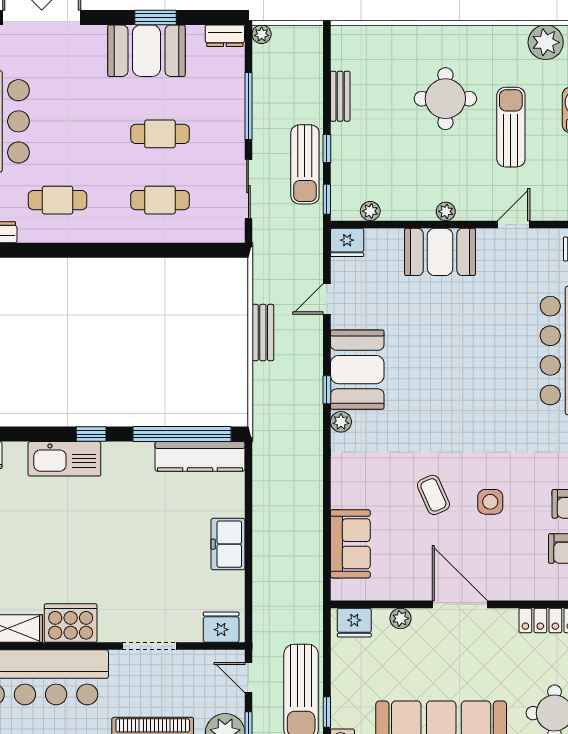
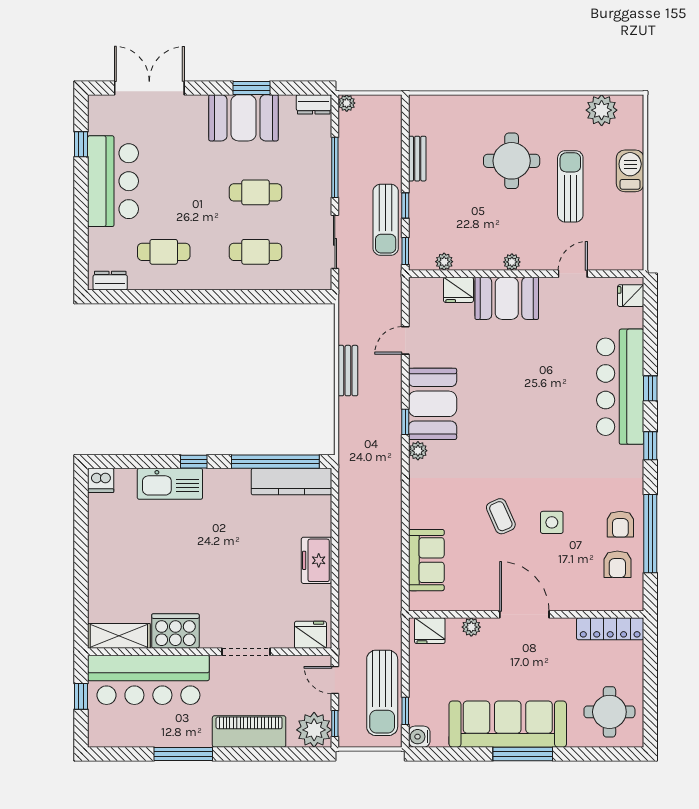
fridge: (347, 242) -> (458, 290), moved

